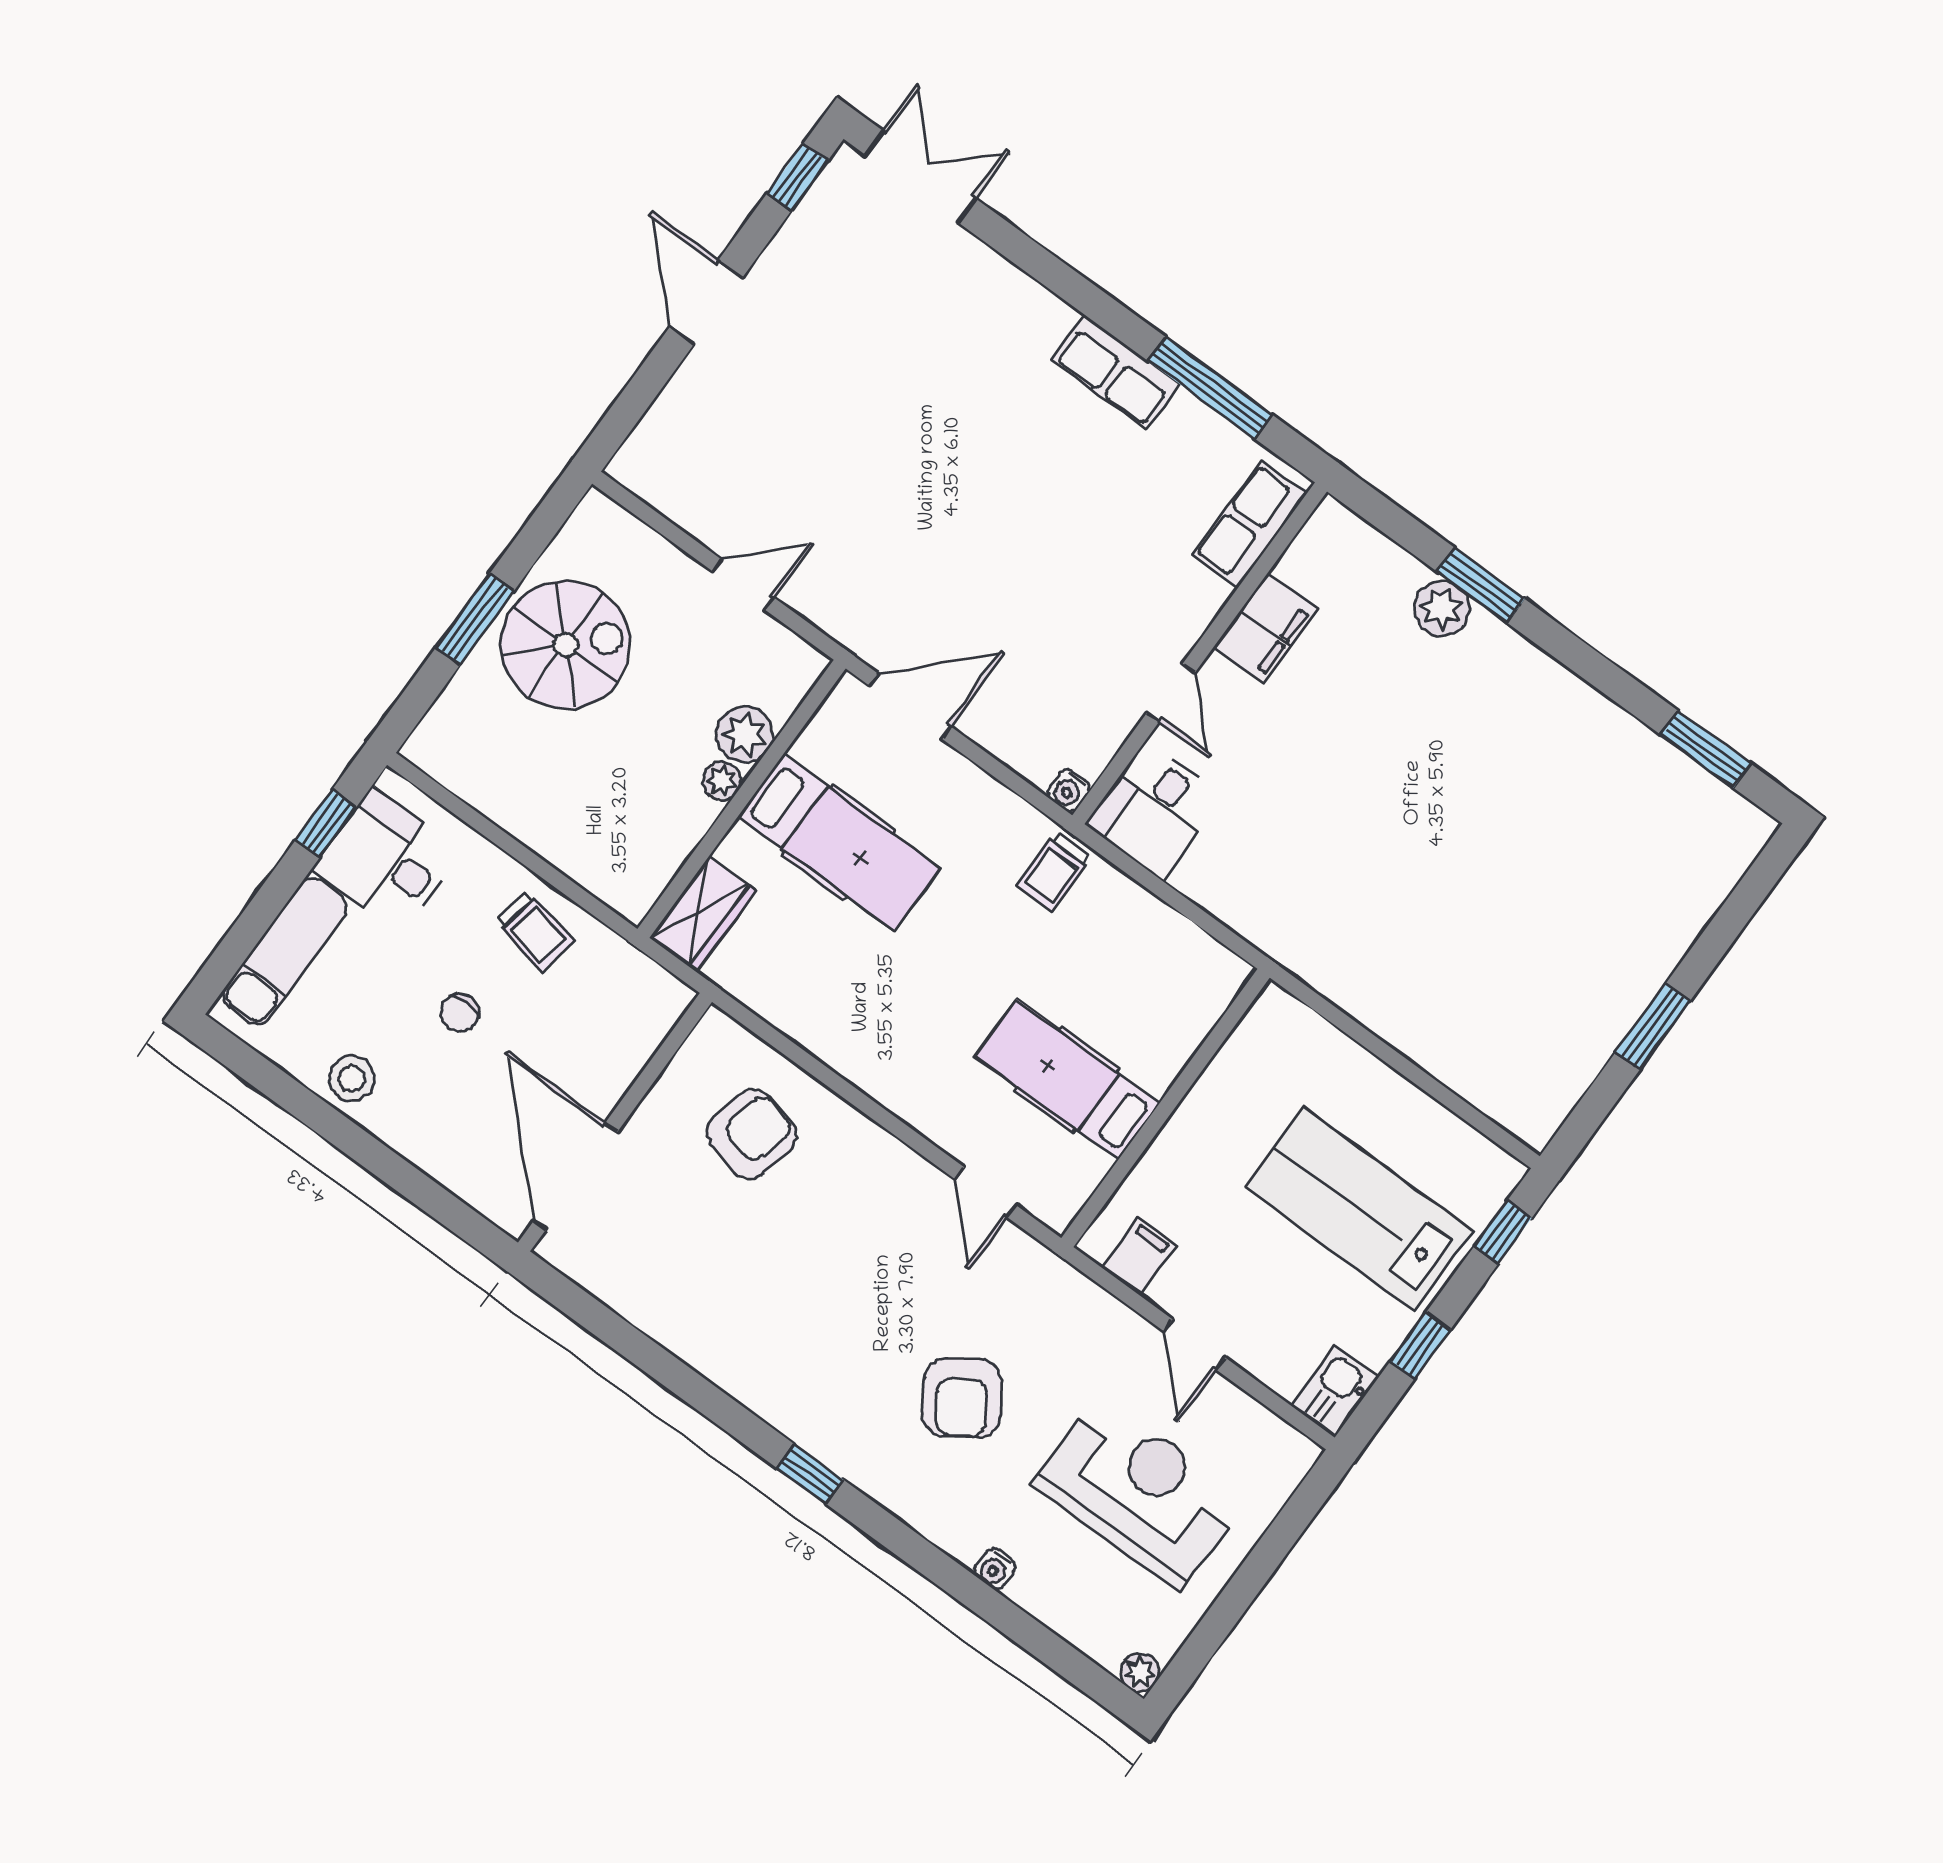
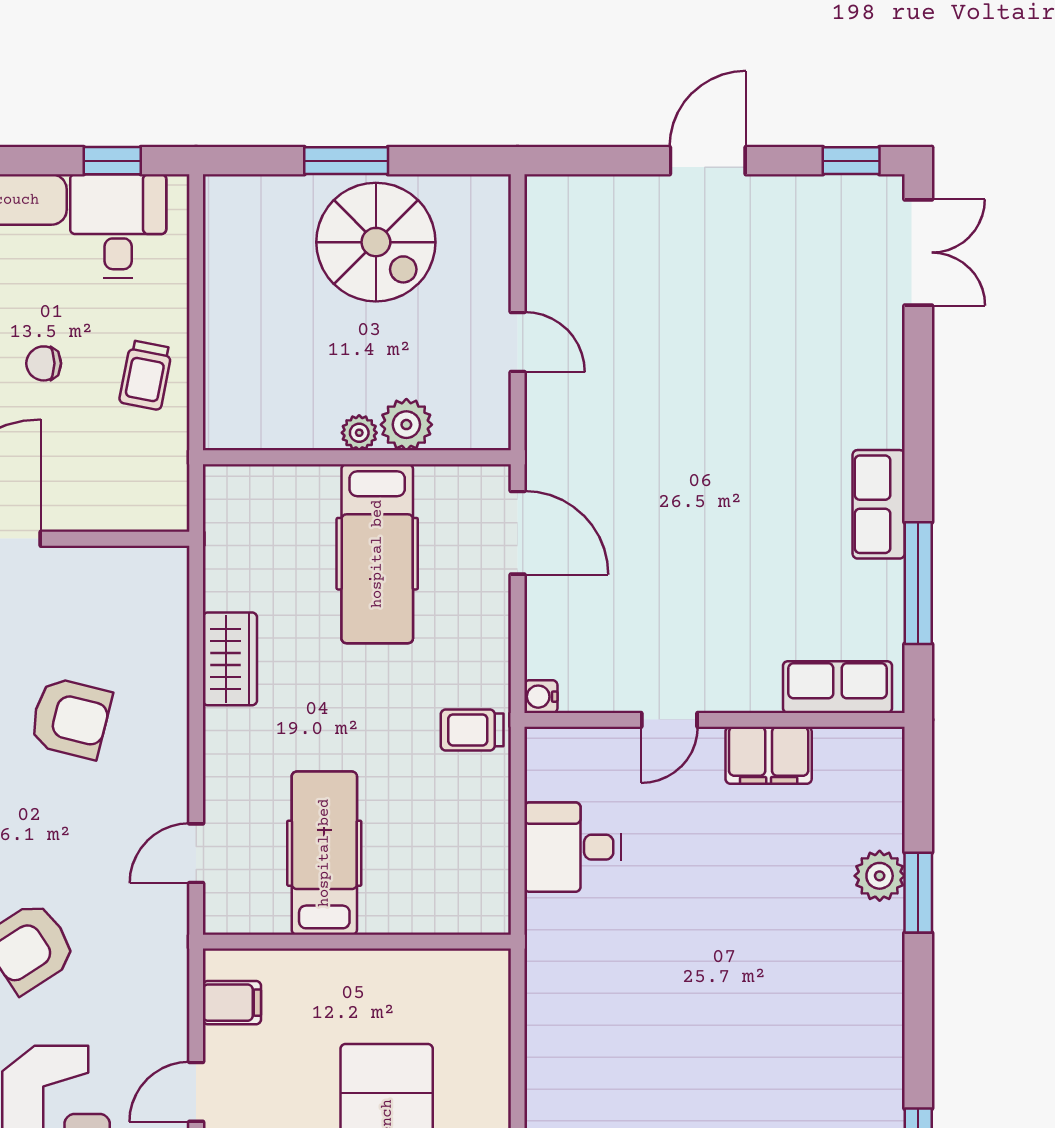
desk: (1154, 810) -> (573, 847), moved
wardrobe: (703, 914) -> (230, 659), moved, turned -90
armchair: (751, 1134) -> (70, 718), moved

